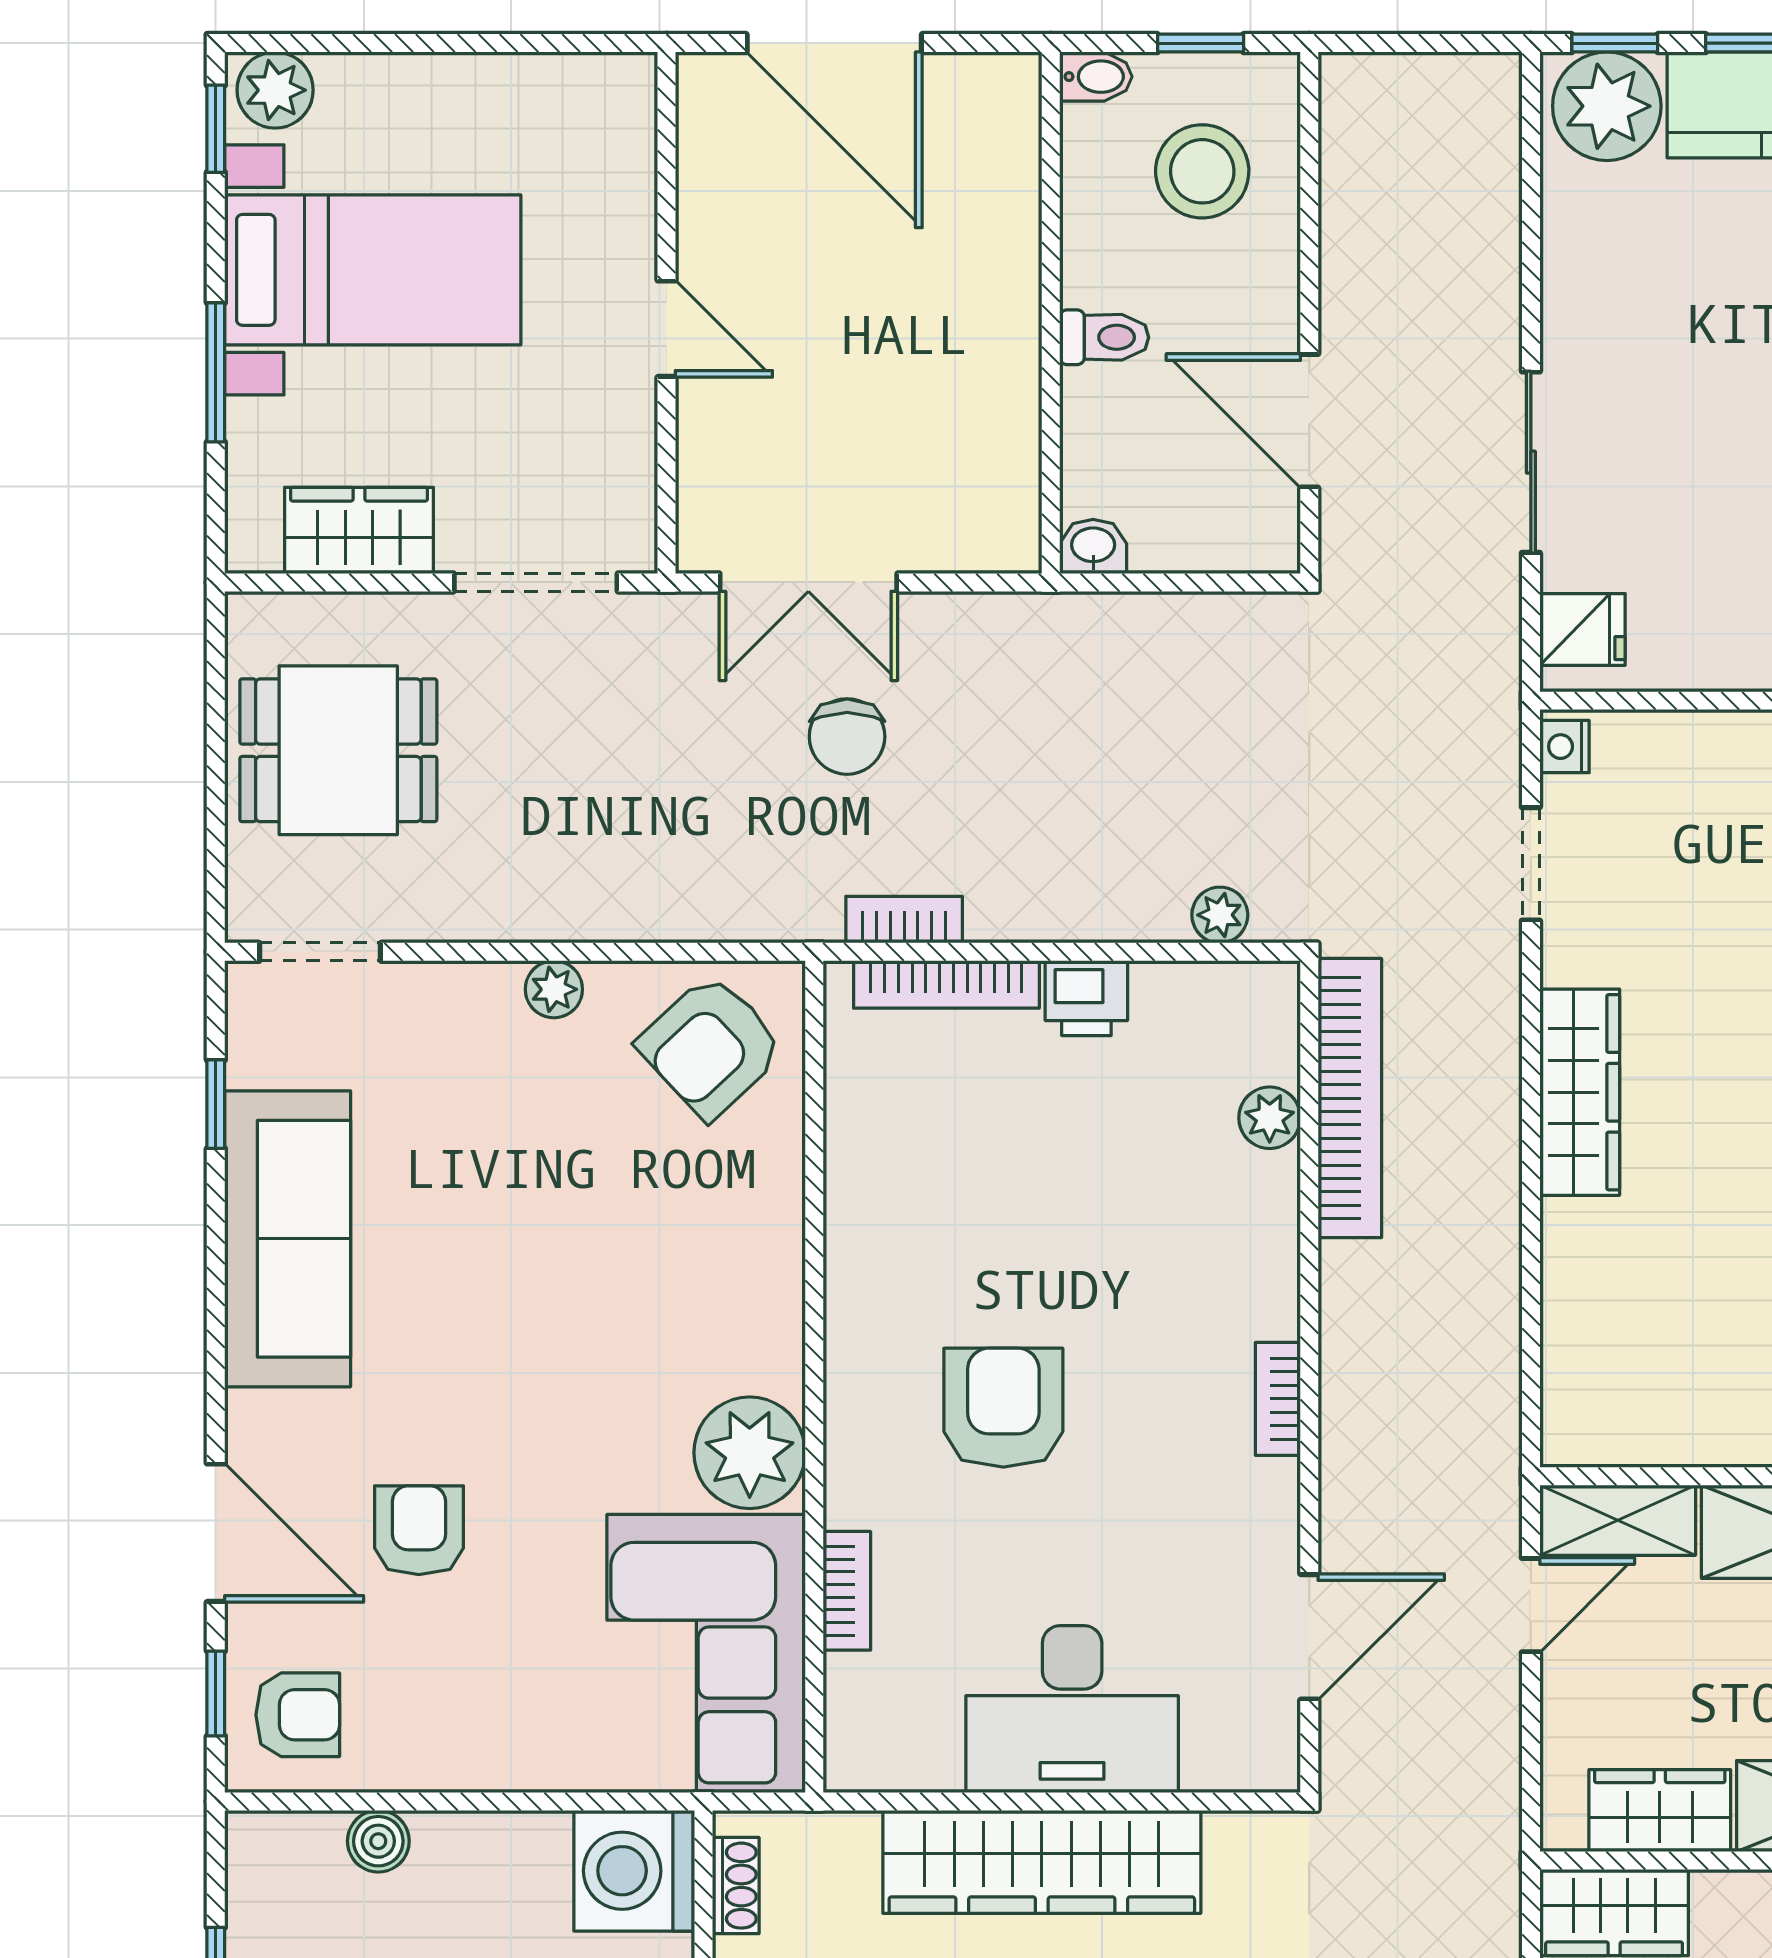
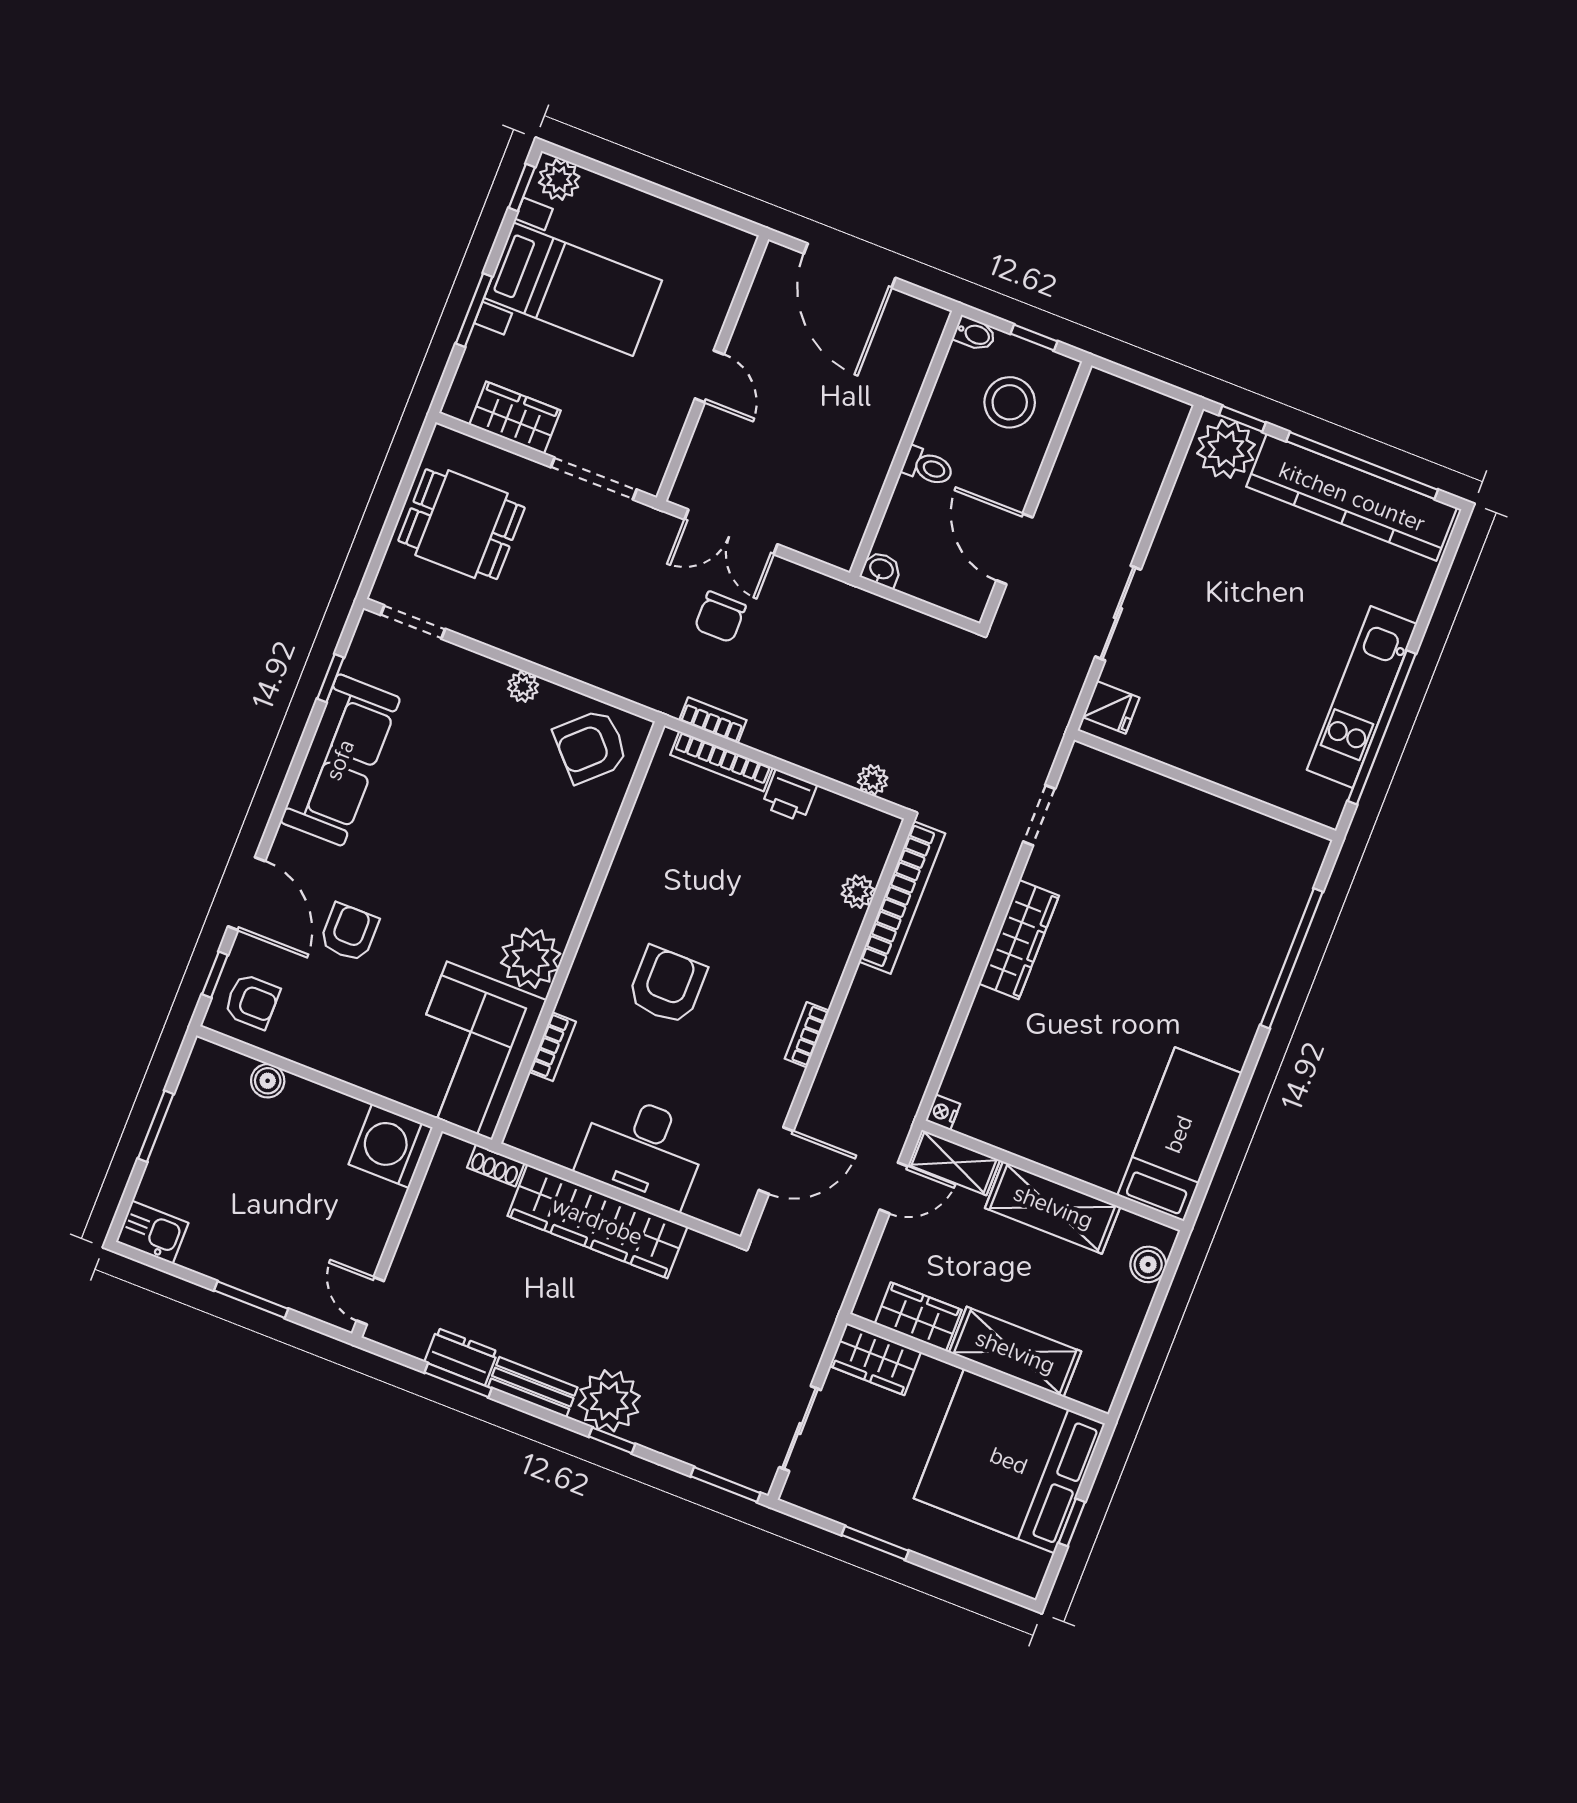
nightstand: (1564, 747) -> (943, 1112), moved
shoe rack: (736, 1886) -> (496, 1165), moved, turned 90

